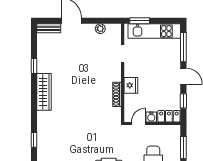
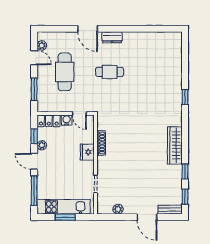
window: (140, 21) -> (65, 217), moved
window: (34, 41) -> (185, 197), added
plant: (176, 92) -> (42, 145), added
door: (139, 123) -> (79, 114), hinge flipped

